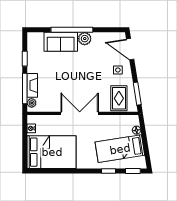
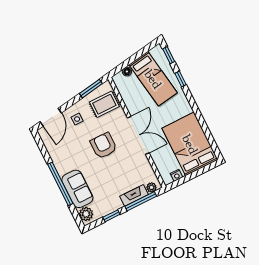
plant: (85, 39) -> (86, 214), moved
armchair: (85, 81) -> (104, 146), added
double door: (80, 113) -> (138, 135), swing flipped

